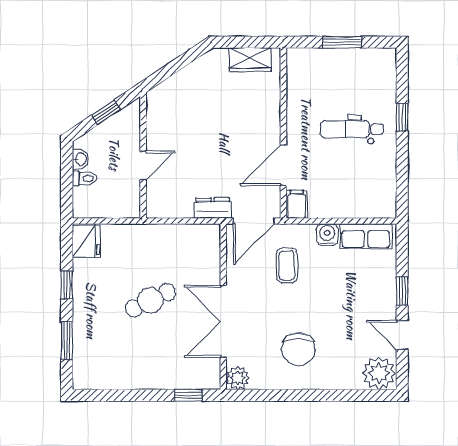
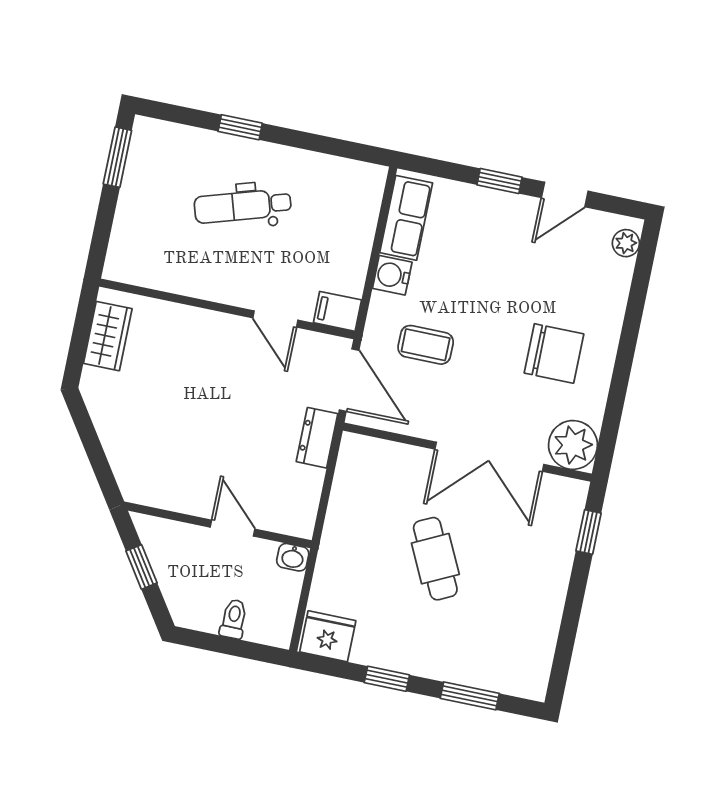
window: (342, 42) -> (117, 157), moved
dental chair: (352, 129) -> (243, 206), turned 73
washbasin: (80, 159) -> (293, 557), moved, turned 180
door: (283, 165) -> (275, 319), width x0.73
plant: (379, 373) -> (626, 243), width x0.53, depth x0.53
plant: (238, 378) -> (573, 445), width x1.36, depth x1.36

